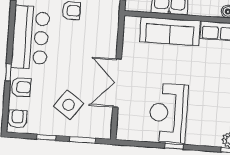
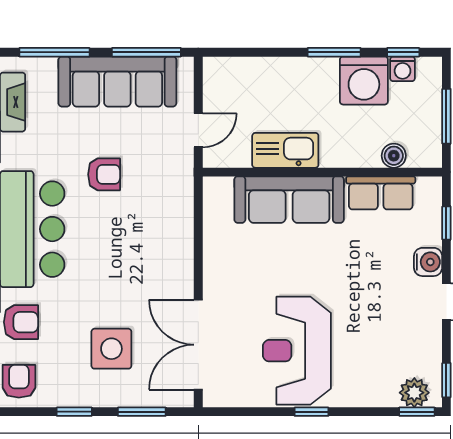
double door: (117, 83) -> (198, 345), moved
side table: (69, 105) -> (111, 349), turned -35

